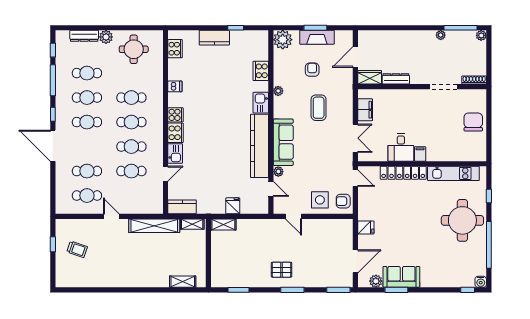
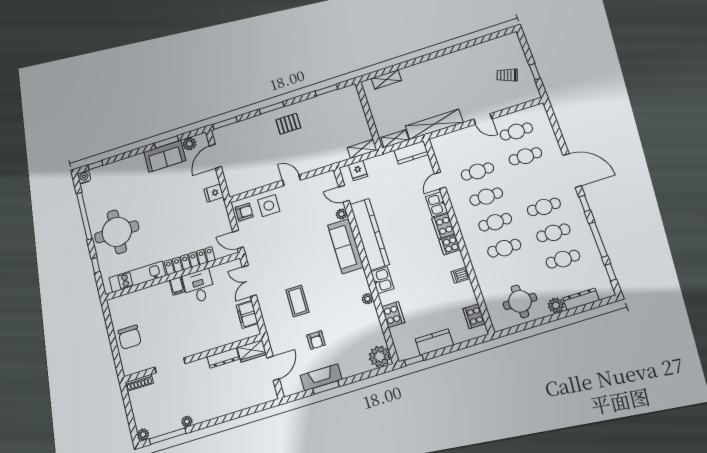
plant: (283, 40) -> (380, 356), moved
cooker: (261, 71) -> (393, 315), moved
plant: (278, 91) -> (367, 299), moved
kitchen sink: (261, 103) -> (382, 280), moved
wall: (271, 122) -> (365, 263), moved
sofa: (283, 142) -> (346, 246), moved
kitchen counter: (259, 146) -> (370, 234), moved
plant: (278, 172) -> (342, 214), moved
door: (271, 189) -> (344, 194), moved

